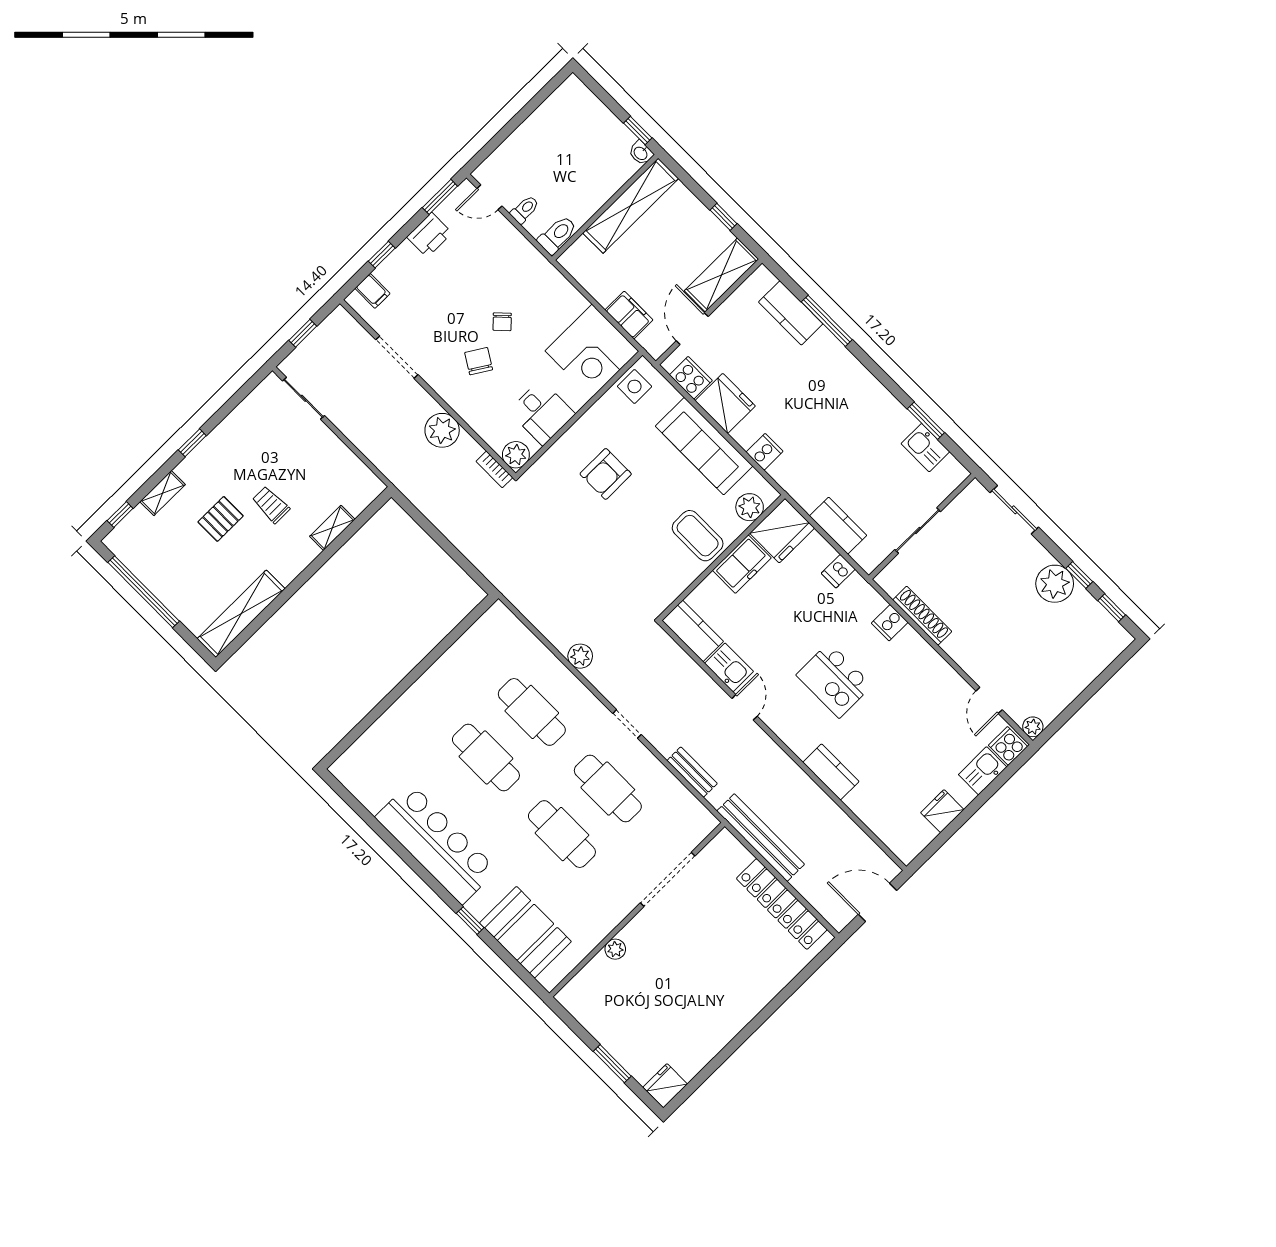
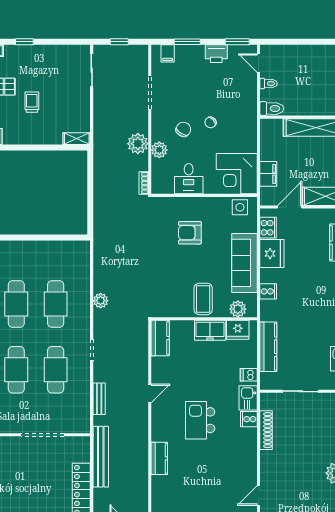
window: (382, 255) -> (187, 42), width x1.50
plant: (516, 455) -> (159, 150), moved
kitchen counter: (838, 526) -> (268, 347), width x1.50
shelving: (332, 528) -> (77, 139), moved
fridge: (782, 531) -> (238, 330), width x0.73, depth x0.75
kitchen sink: (729, 667) -> (248, 398), moved, turned 180

